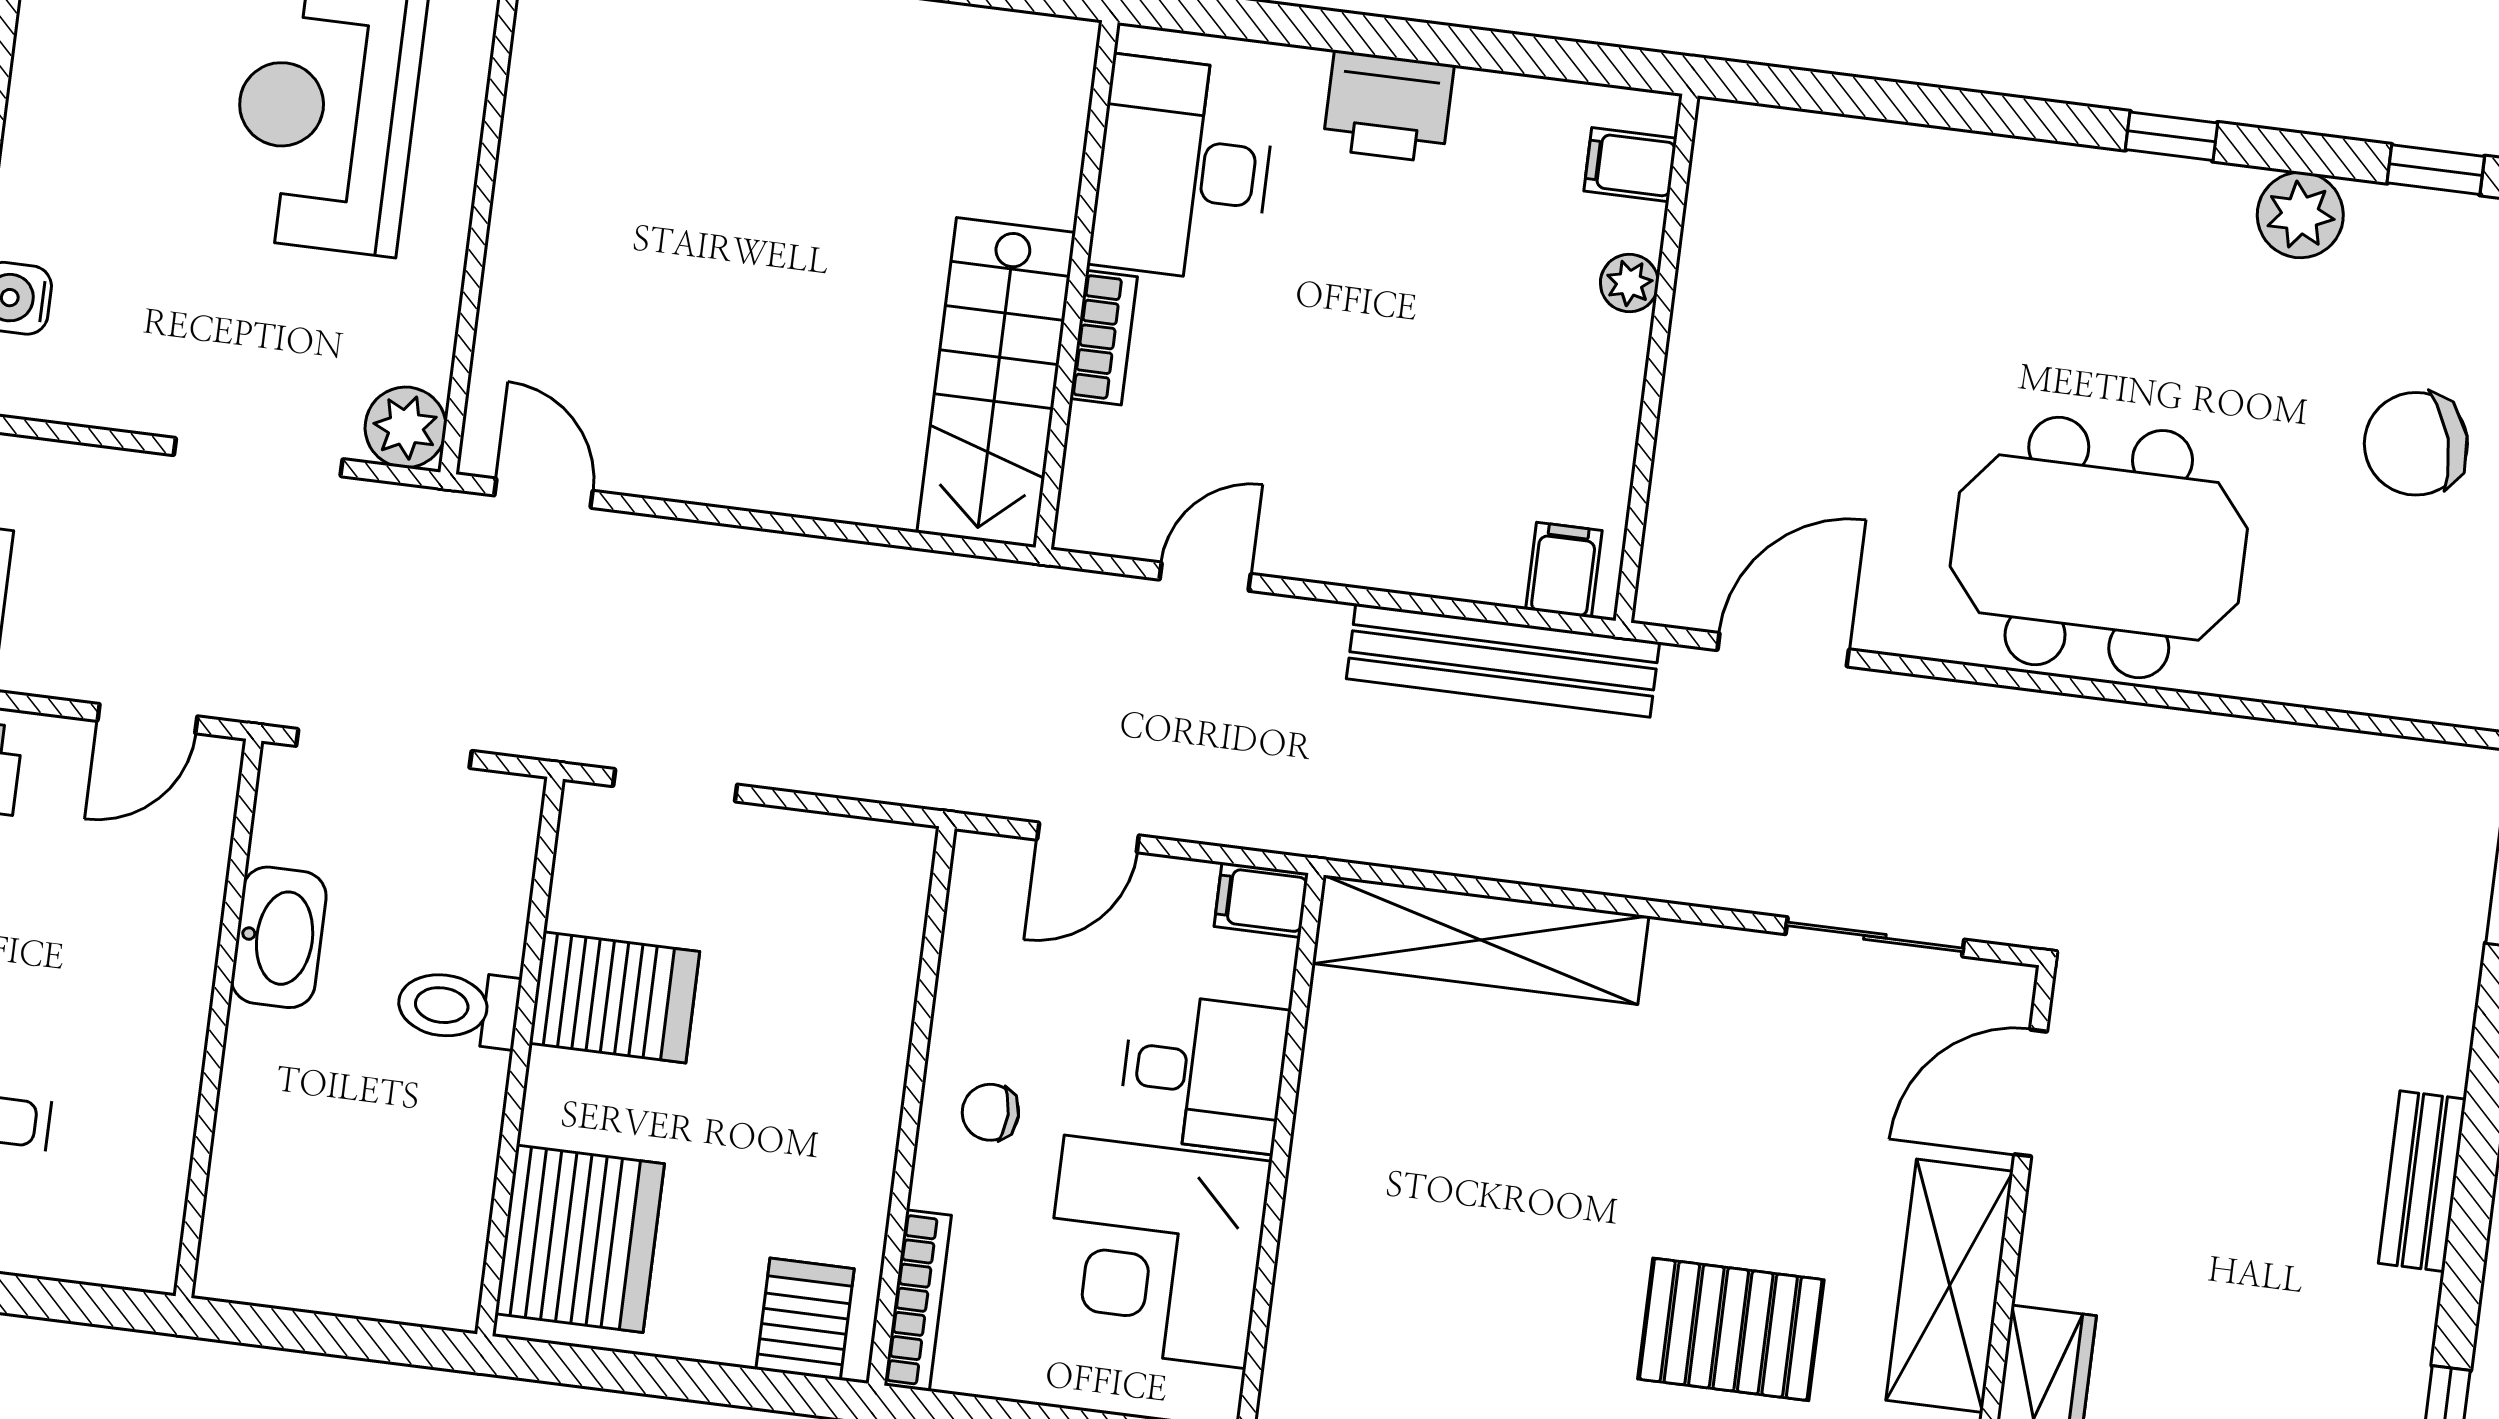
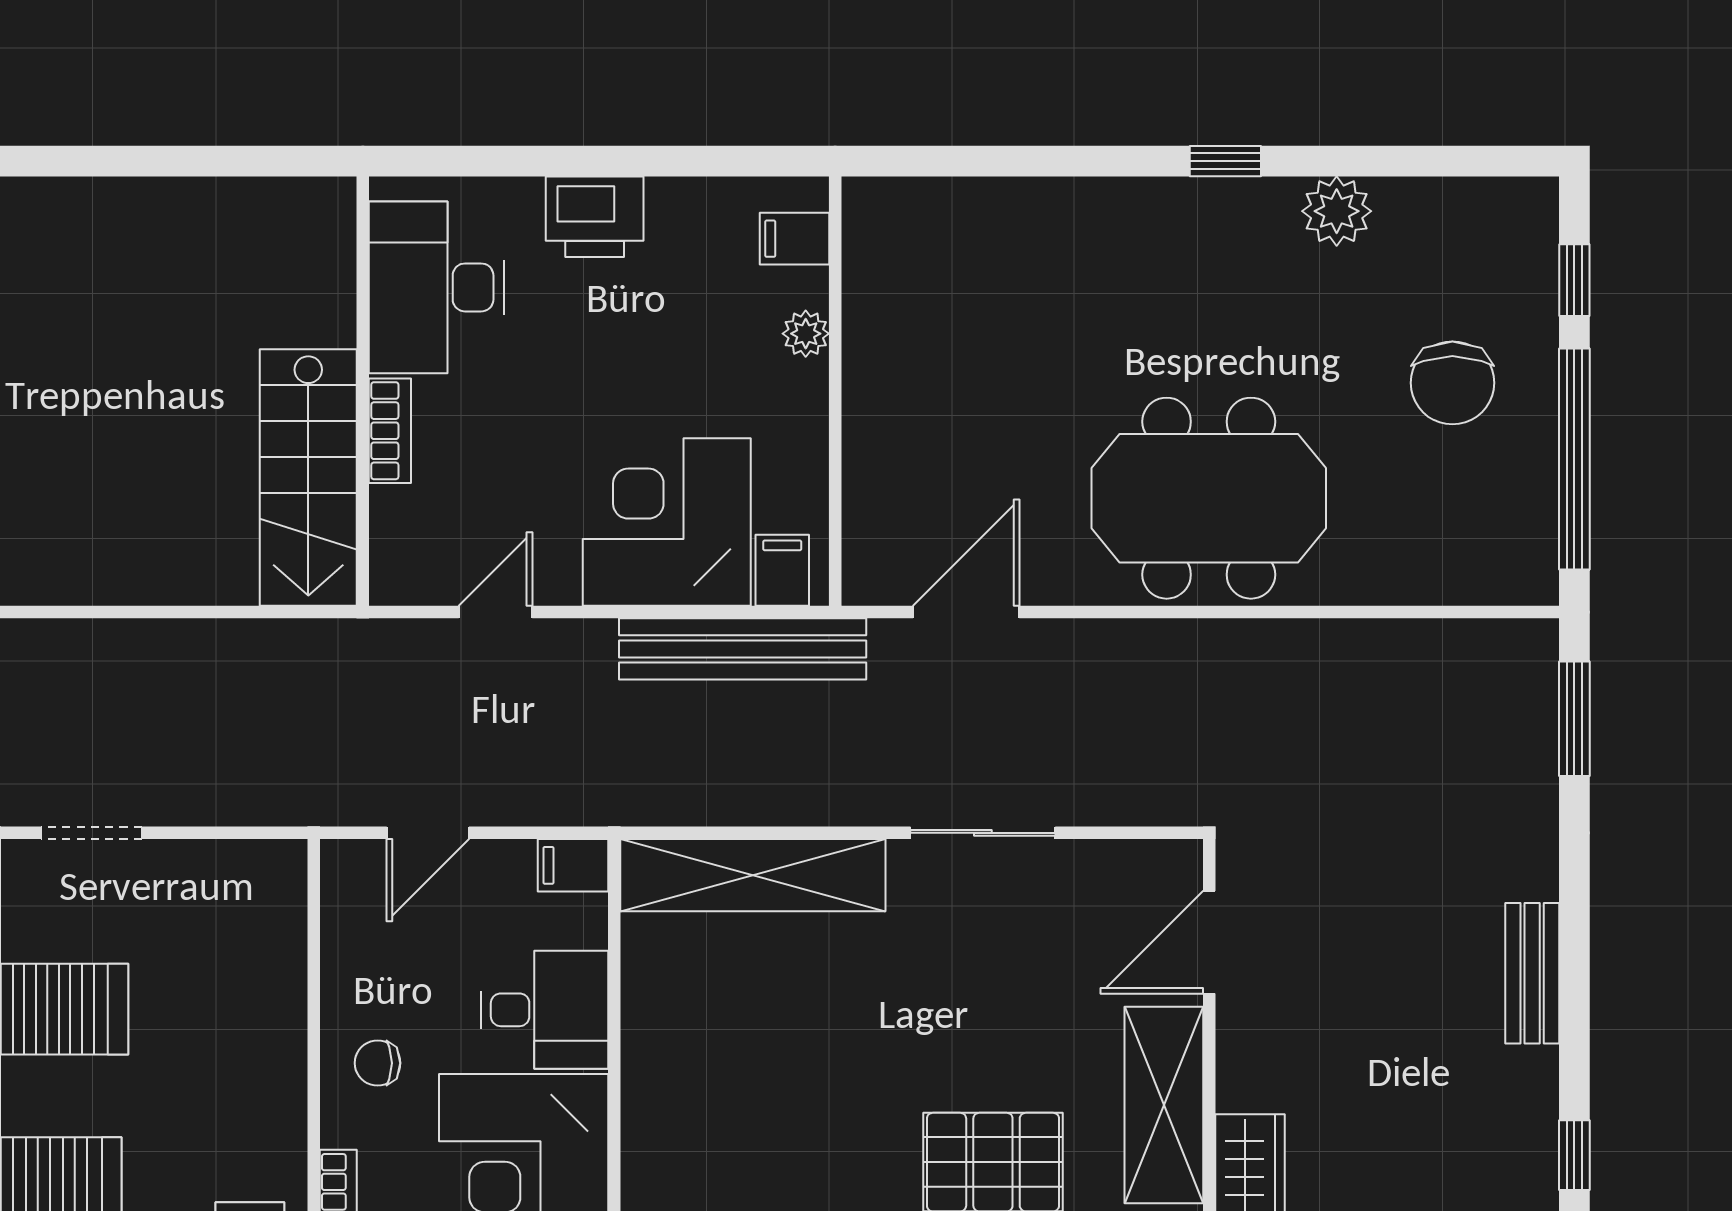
window: (2436, 170) -> (1441, 161), removed
chair: (2416, 444) -> (1452, 383), turned -74
corner desk: (1430, 493) -> (667, 522), added
sliding door: (1875, 937) -> (983, 833), moved

